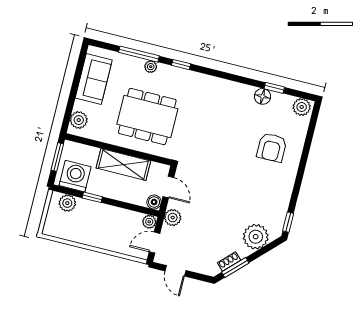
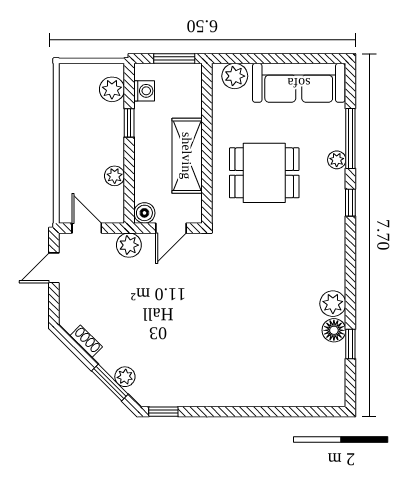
sofa: (94, 79) -> (299, 83), width x1.36
plant: (302, 107) -> (333, 304), moved
dining table: (147, 117) -> (264, 173), width x0.73
armchair: (272, 147) -> (264, 362), removed
washing machine: (75, 176) -> (144, 91), width x0.53, depth x0.53
plant: (149, 222) -> (115, 176), moved
plant: (256, 237) -> (125, 377), width x0.53, depth x0.53
window: (235, 268) -> (110, 382), moved

